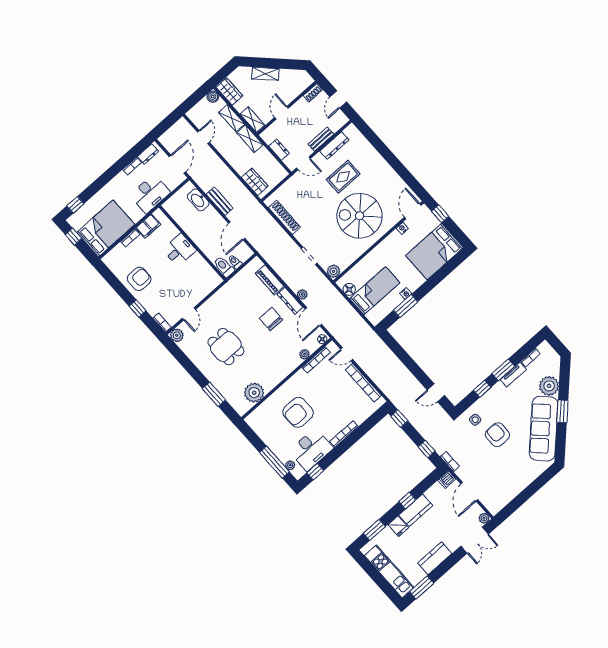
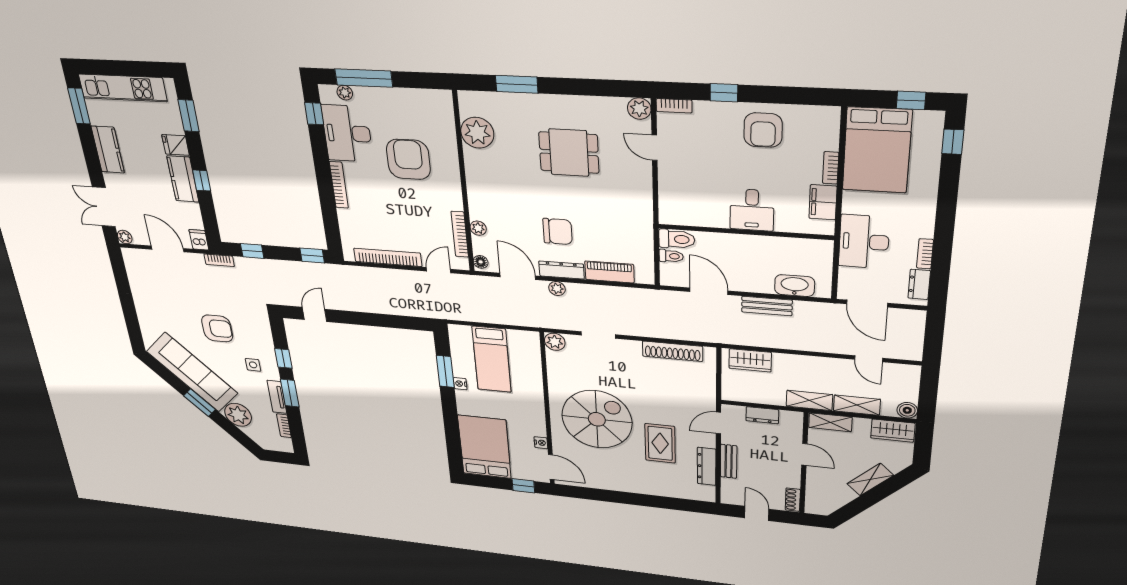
floor lamp: (349, 289) -> (517, 338), removed
side table: (475, 420) -> (253, 365), moved

